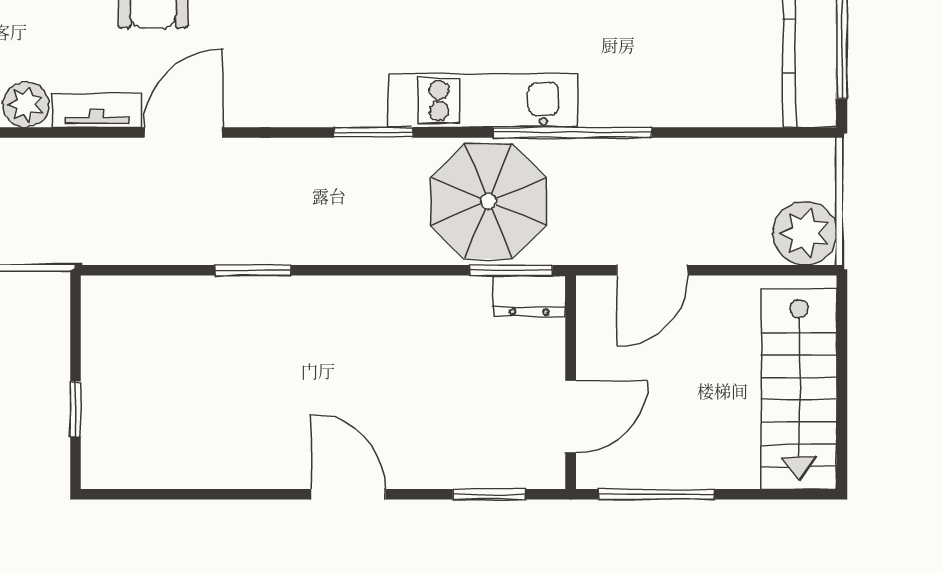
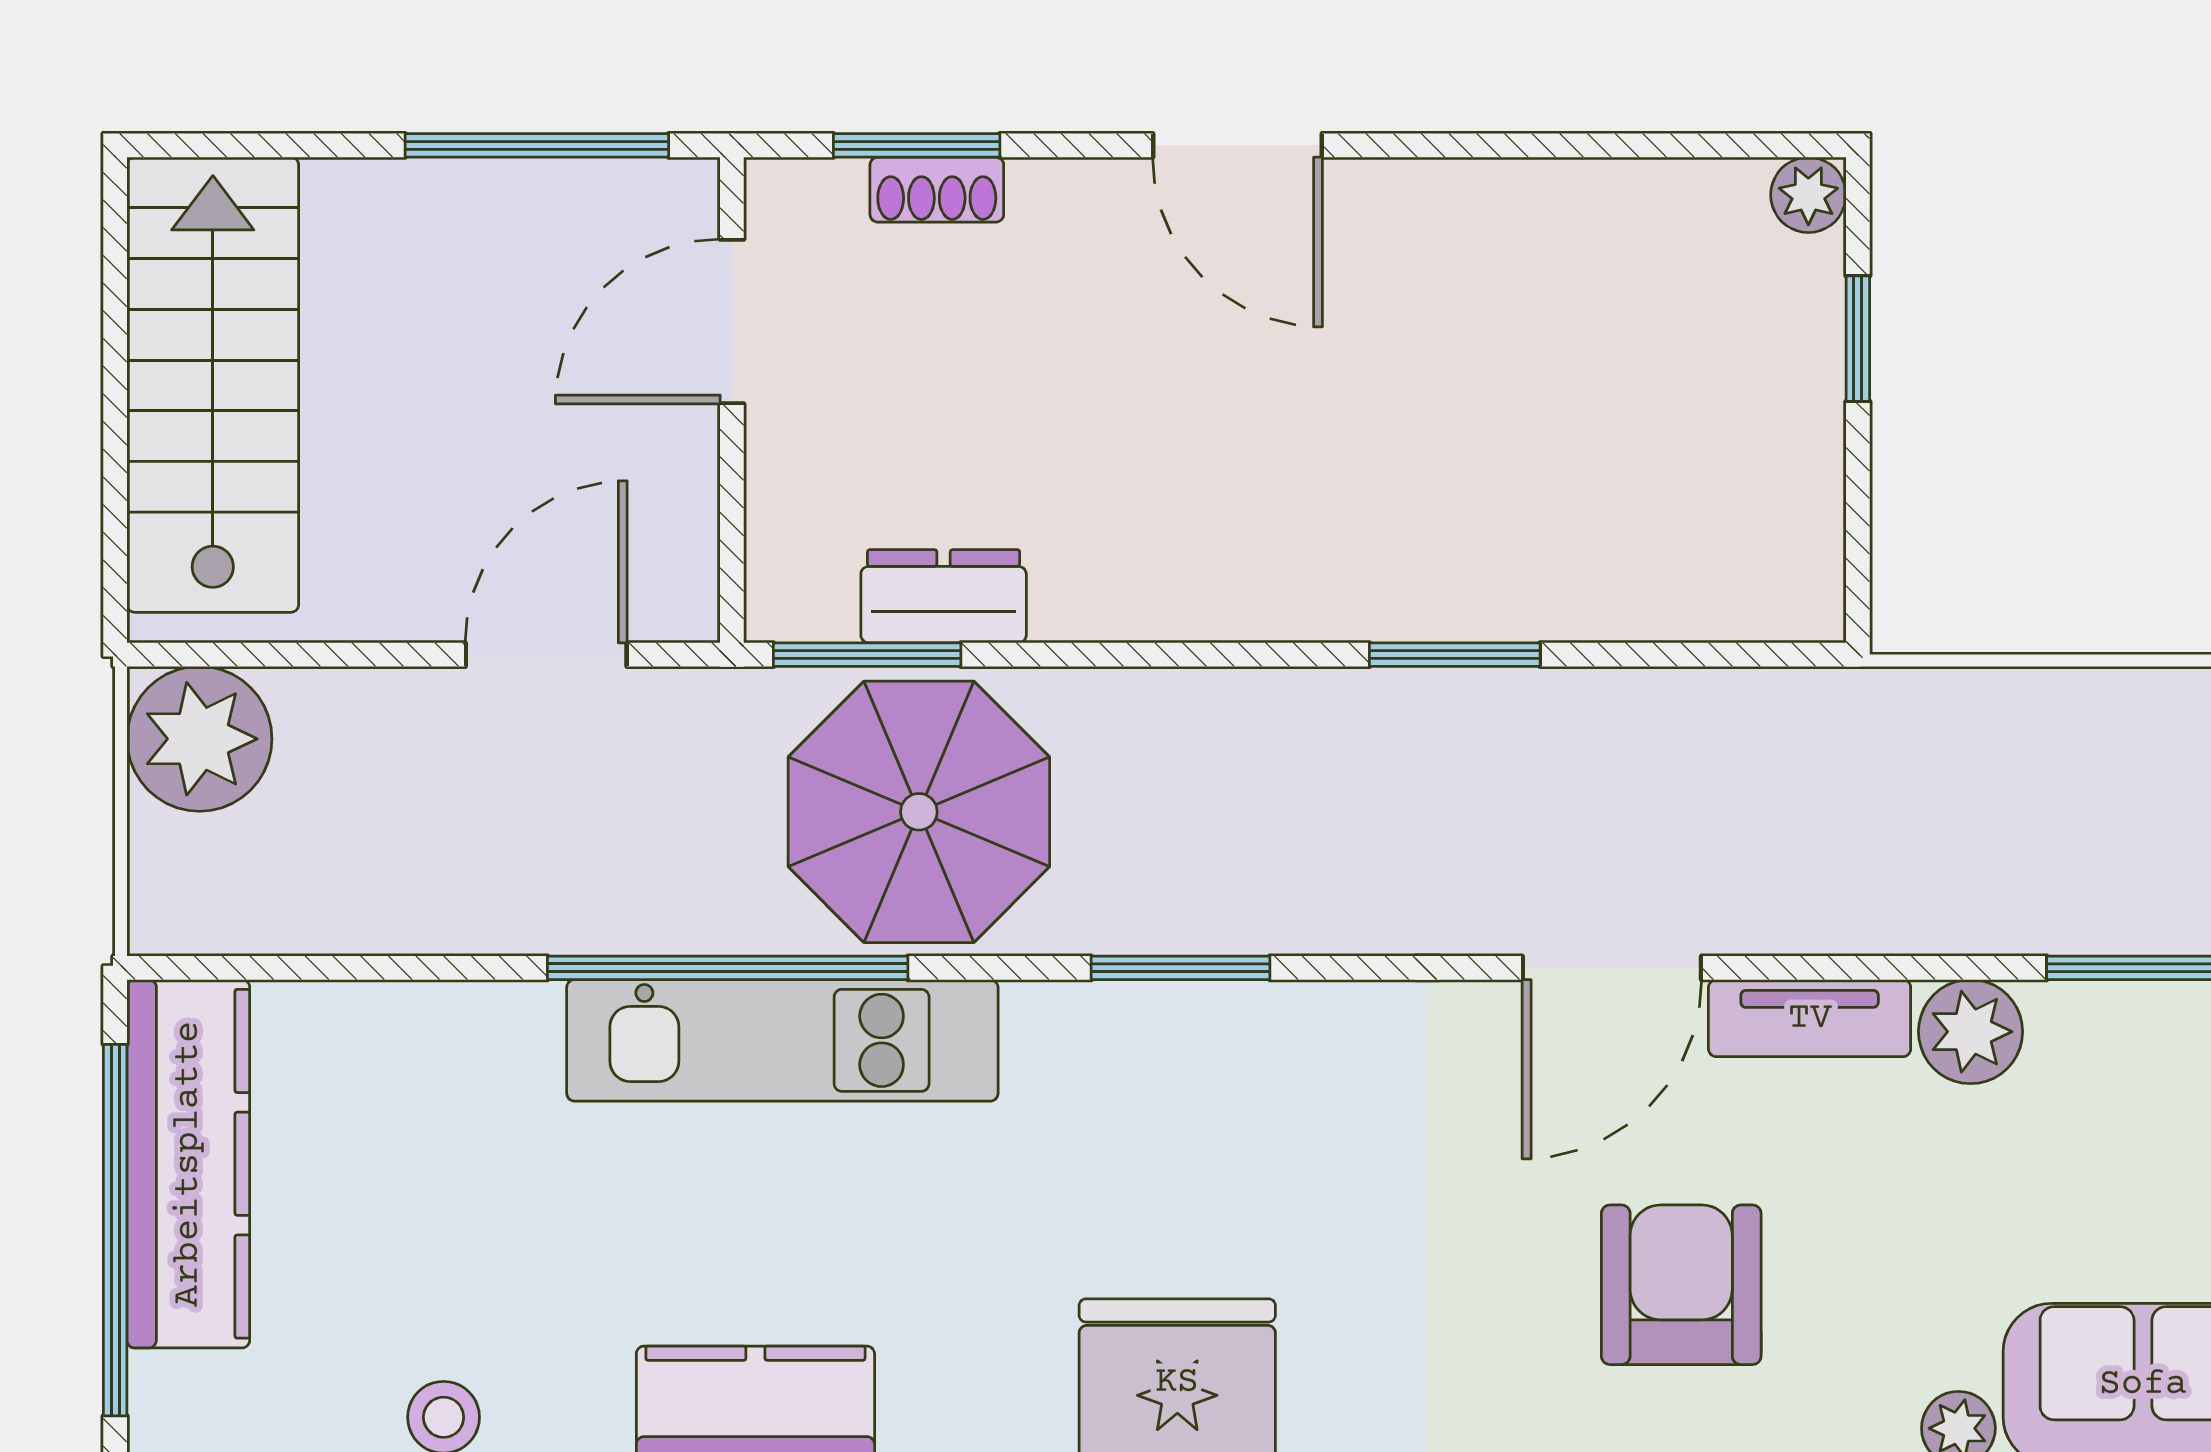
kitchen unit: (483, 101) -> (782, 1040), moved
dresser: (529, 296) -> (944, 596), moved
plant: (97, 472) -> (1808, 195), added
shoe rack: (481, 475) -> (937, 190), added

